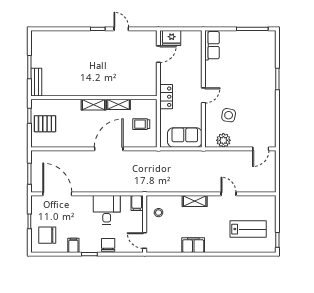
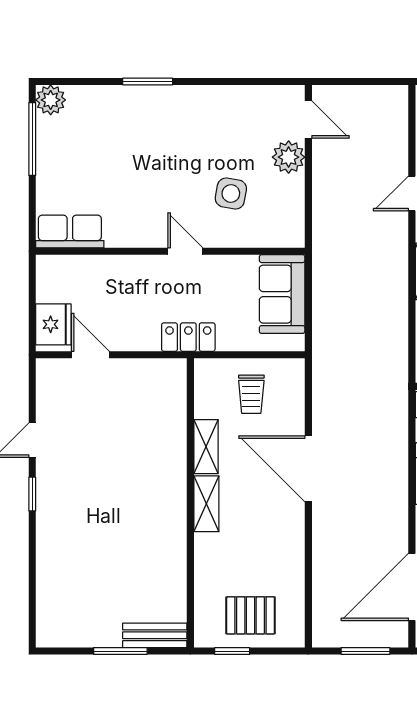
plant: (269, 37) -> (51, 100), added
pallet: (45, 124) -> (251, 615), turned 90
plant: (223, 140) -> (289, 157), moved

